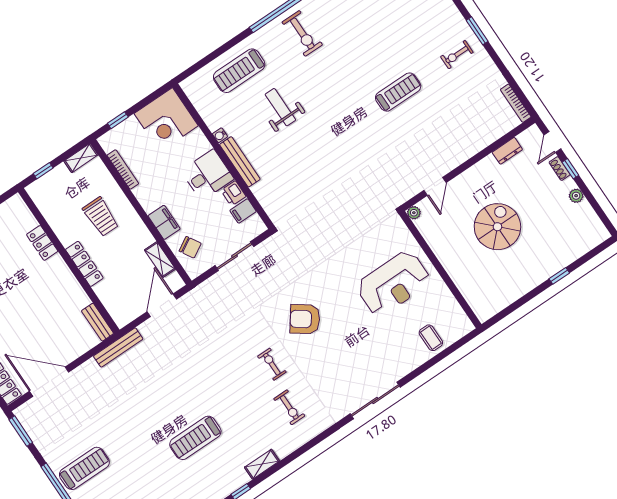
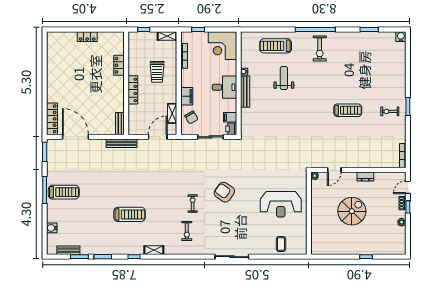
dresser: (507, 151) -> (365, 177), moved
printer: (233, 193) -> (231, 129), moved
treadmill: (195, 438) -> (130, 214), turned 180

